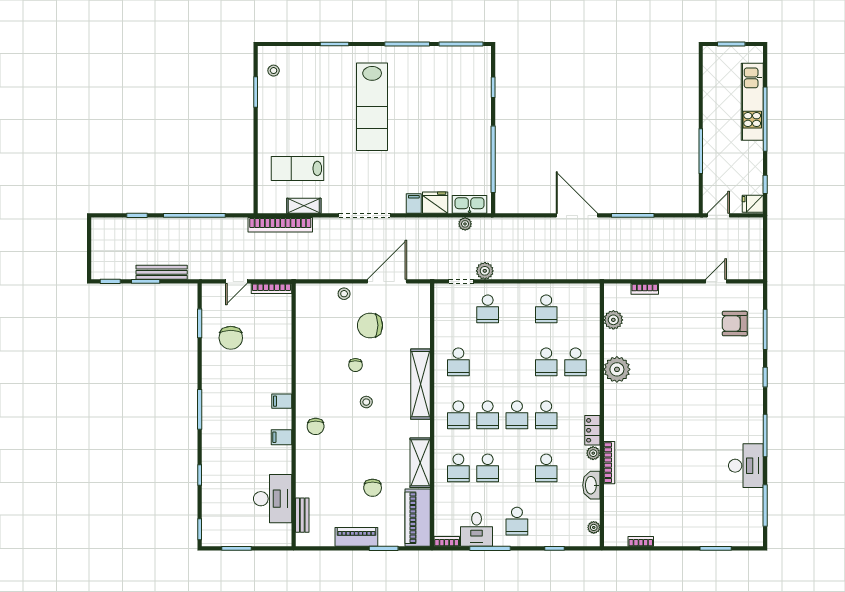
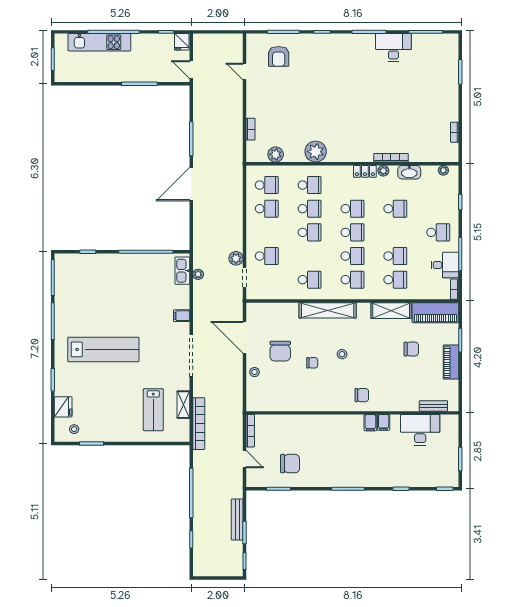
fridge: (435, 203) -> (63, 407), moved, turned 180
school desk: (576, 309) -> (267, 185), added
school desk: (517, 362) -> (310, 232), added
filing cabinet: (282, 401) -> (384, 422), moved

